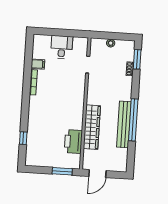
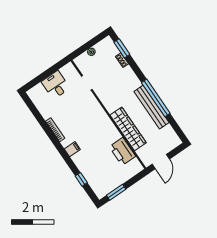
filing cabinet: (38, 64) -> (72, 149), moved
window: (62, 171) -> (116, 192), moved

